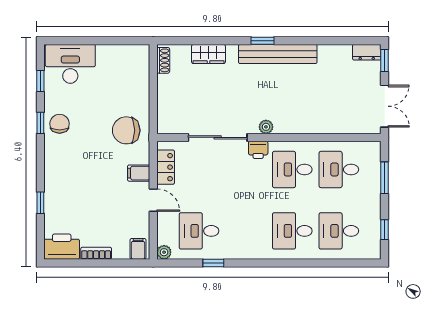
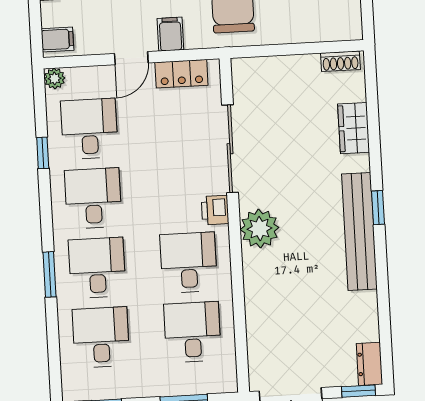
plant: (266, 127) -> (260, 229), width x1.88, depth x1.88
desk: (246, 231) -> (93, 198), added
window: (295, 263) -> (50, 274), added

